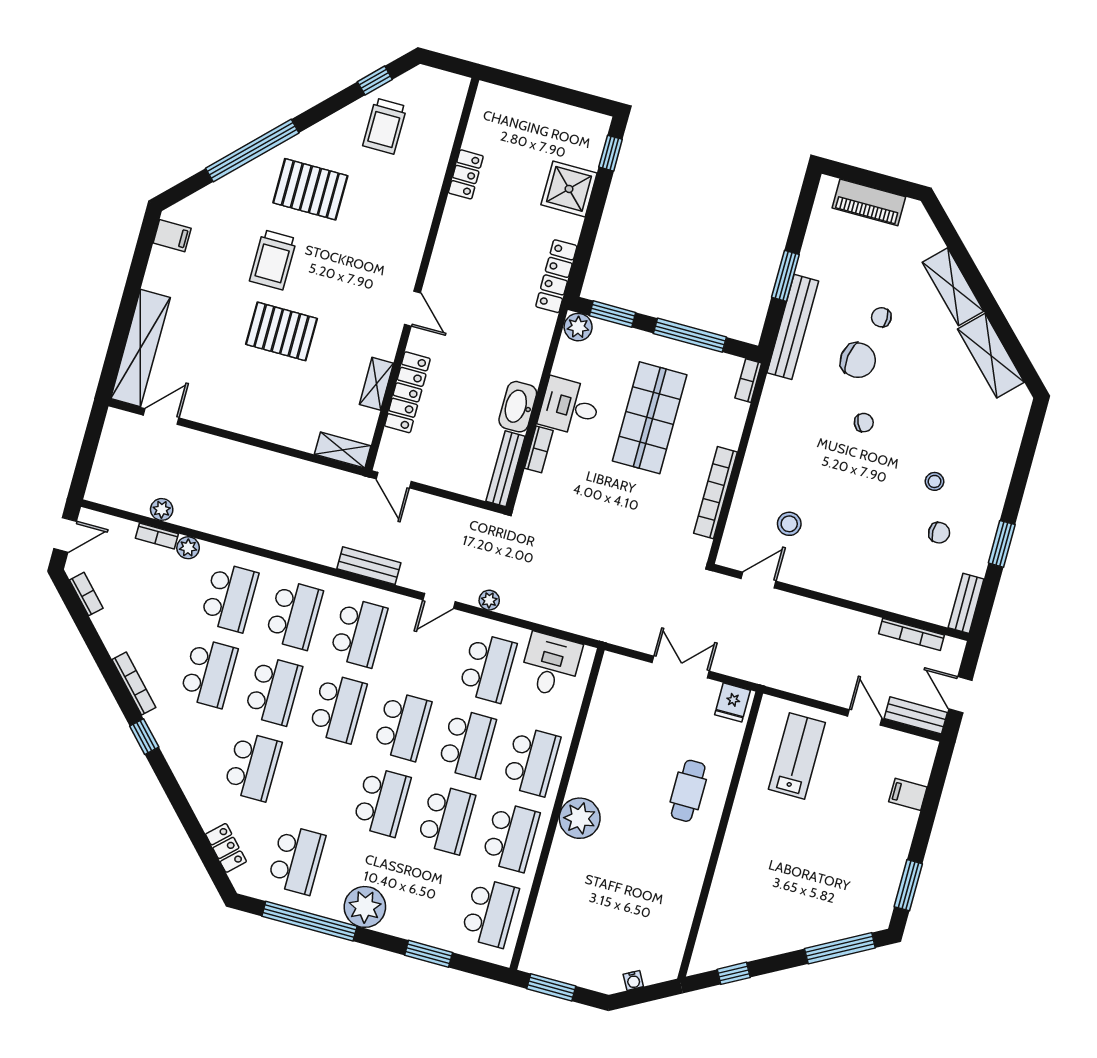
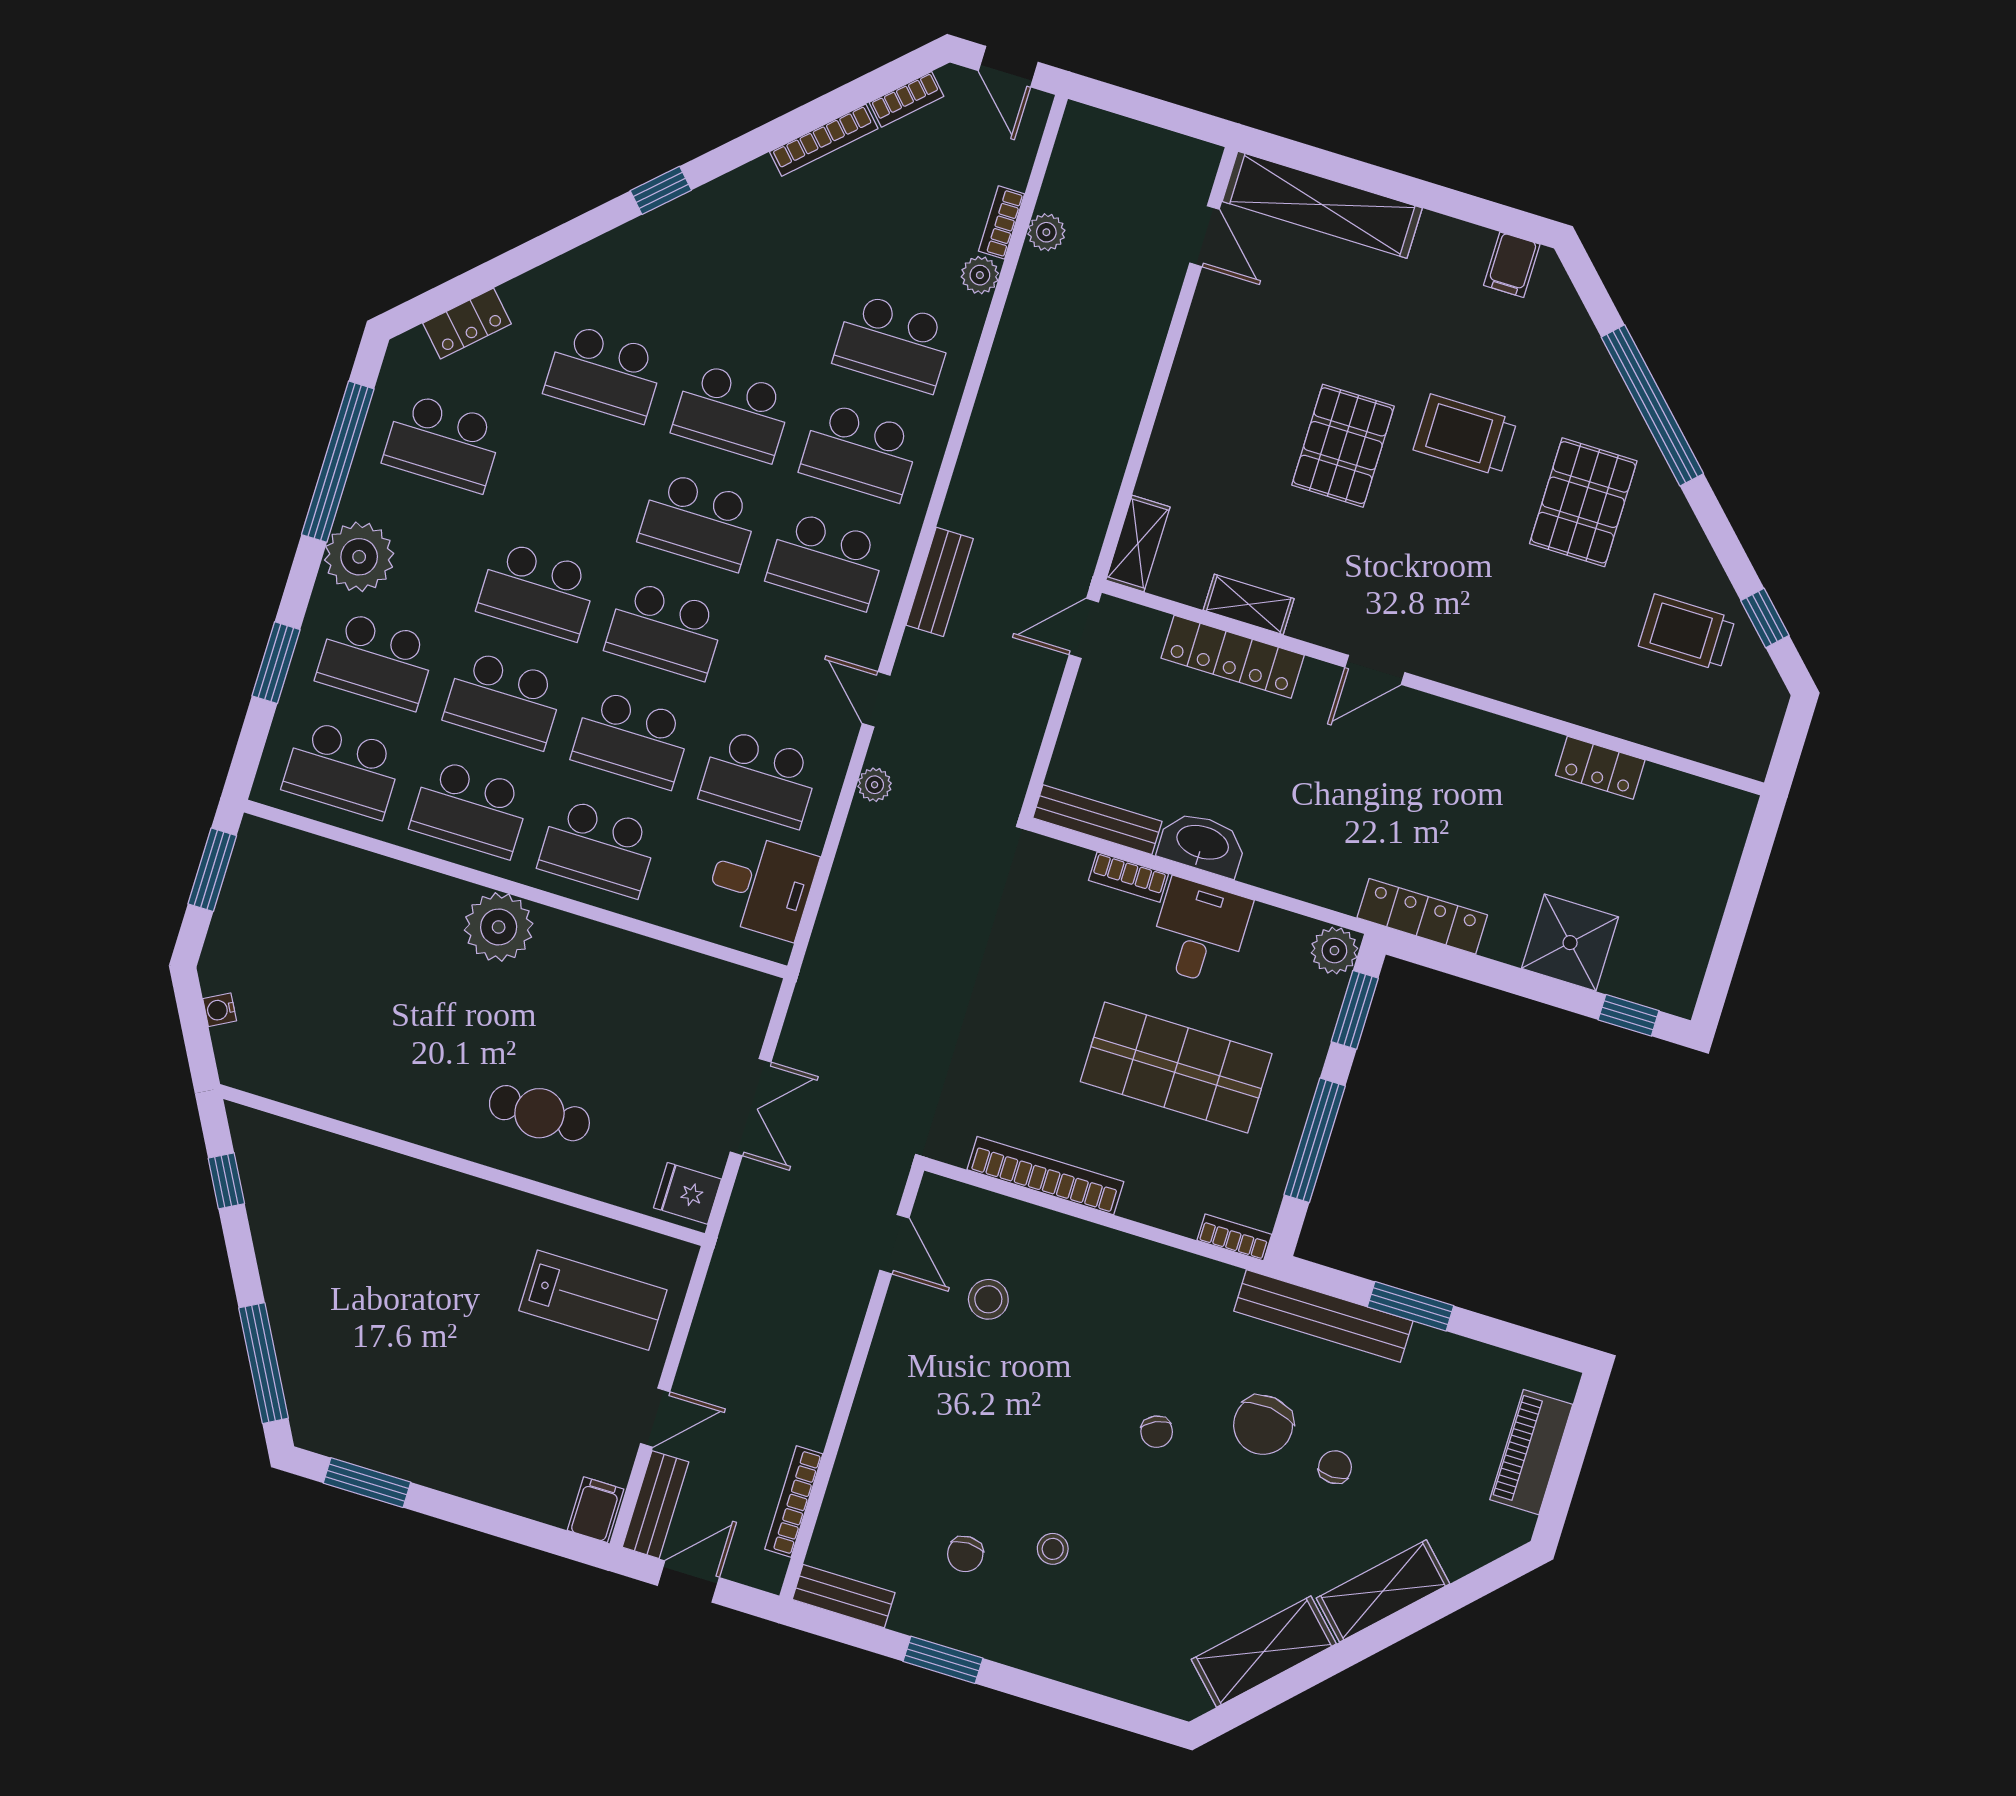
school desk: (209, 673) -> (376, 660), moved
bookcase: (134, 684) -> (824, 140), moved
filing cabinet: (908, 794) -> (596, 1510), moved

